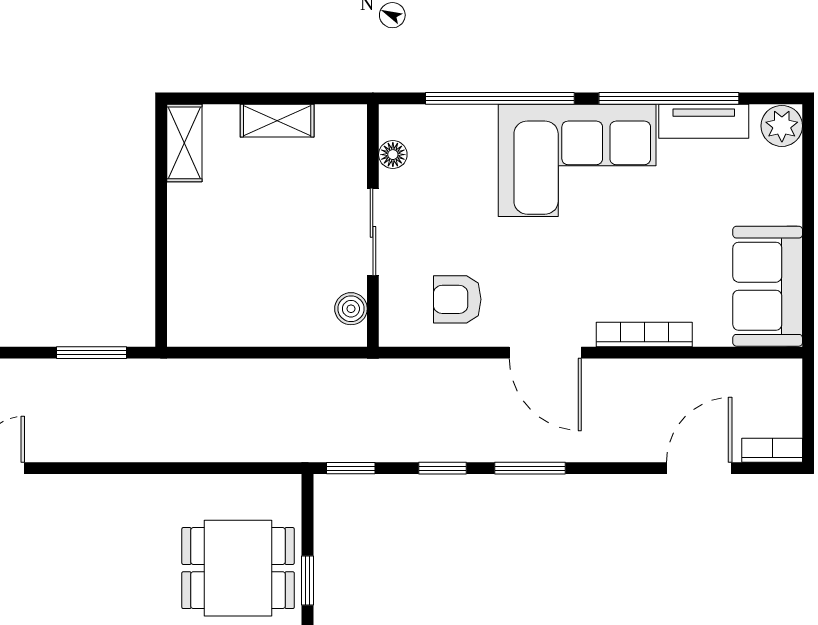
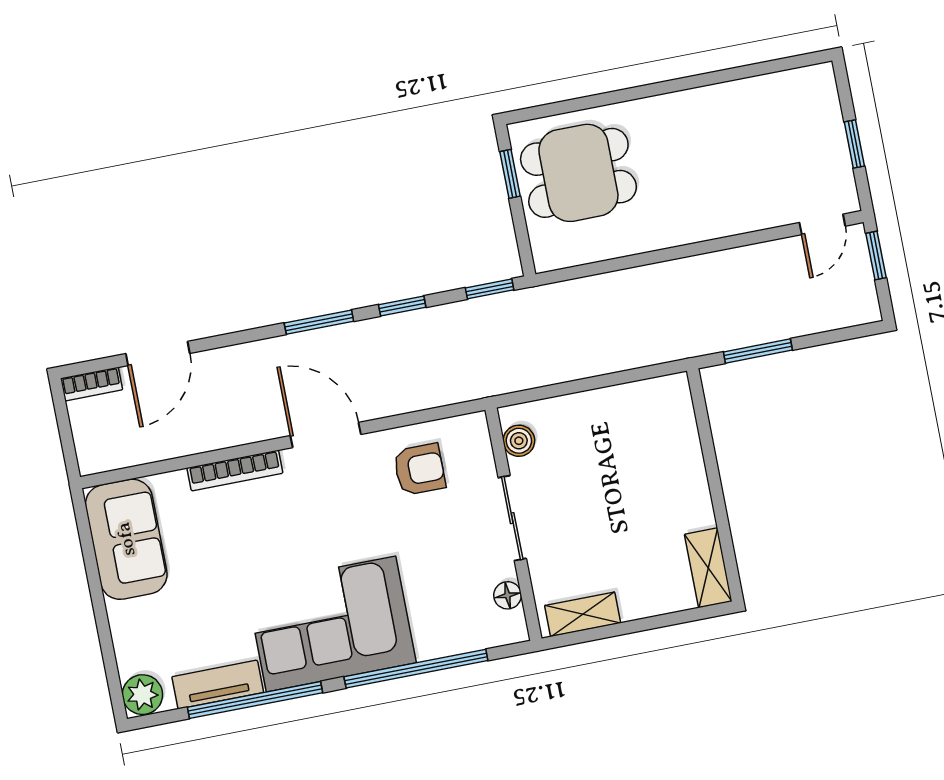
shelving: (277, 121) -> (583, 614), moved

